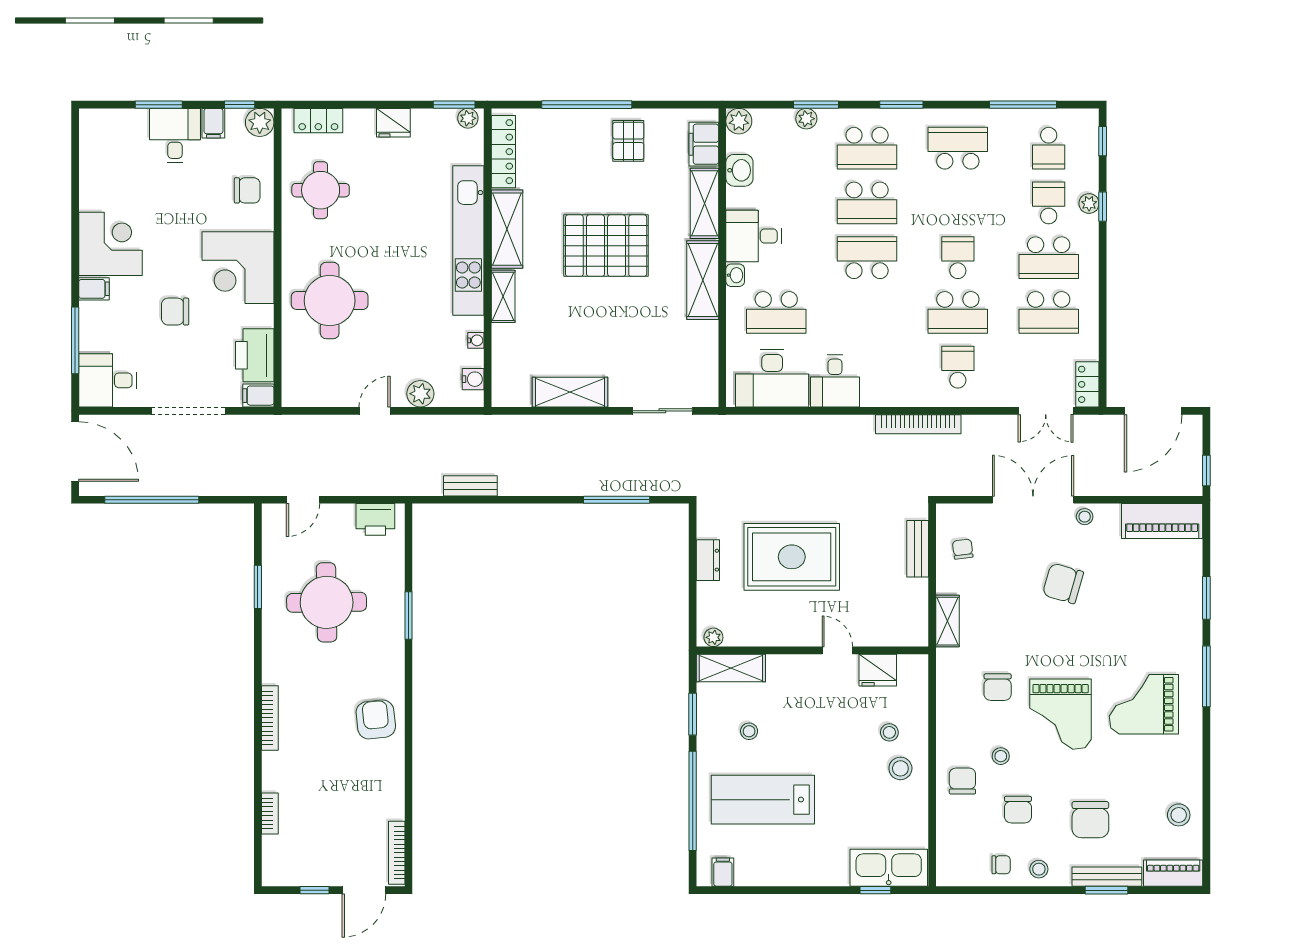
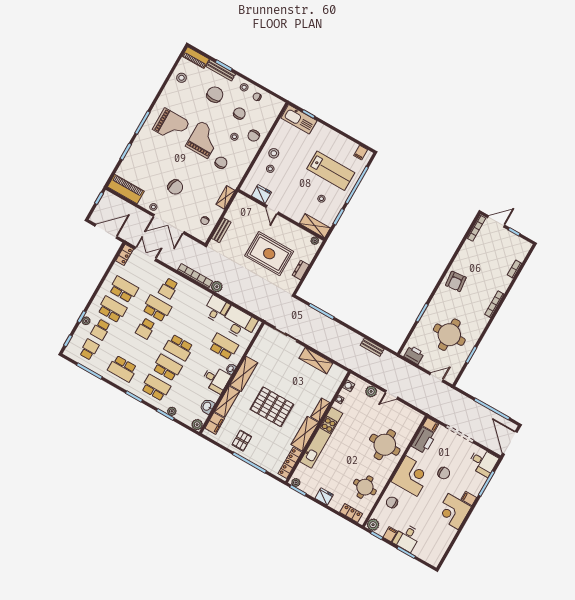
plant: (861, 428) -> (217, 287), added

